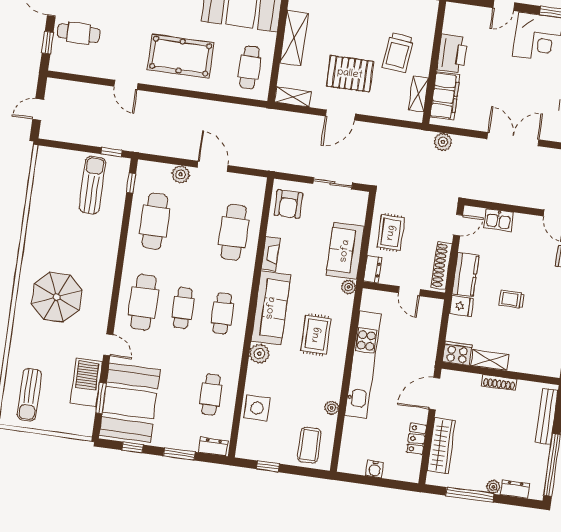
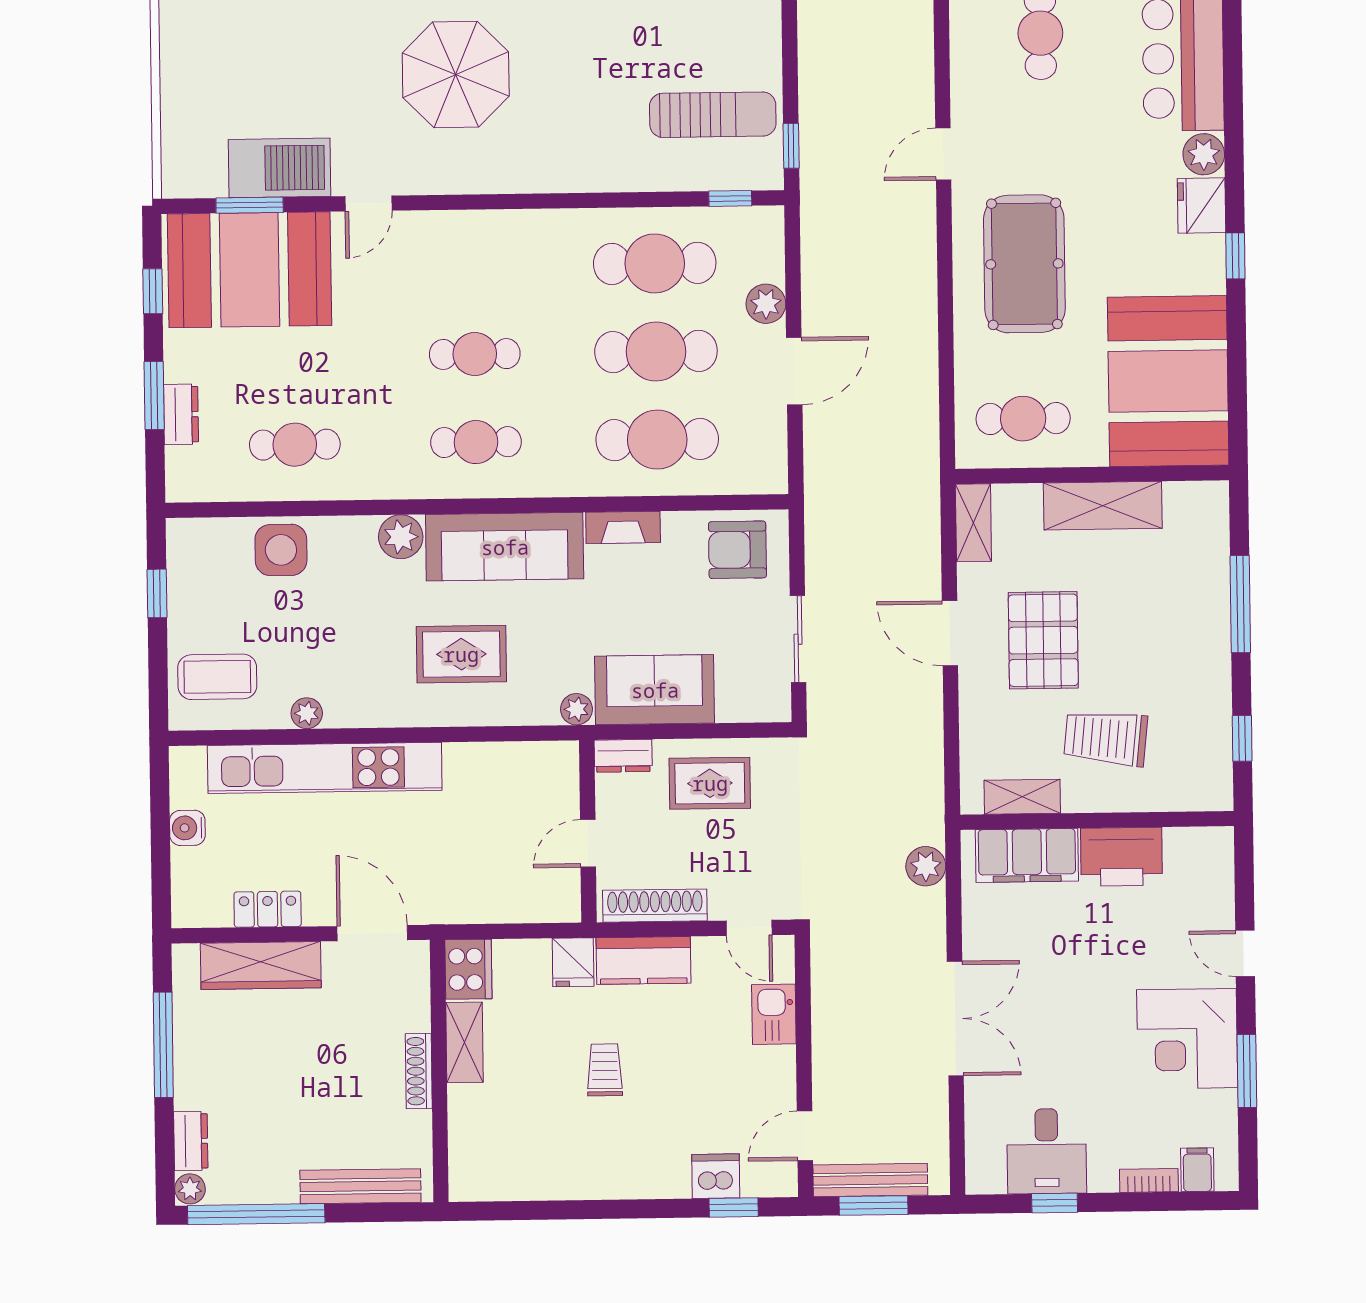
cafe table: (143, 302) -> (656, 351), moved
kitchen unit: (363, 365) -> (325, 768), moved
sun lounger: (29, 395) -> (233, 48), removed
dresser: (213, 447) -> (181, 414), moved
plant: (493, 487) -> (190, 1189), moved

